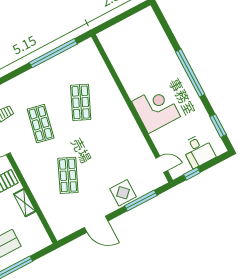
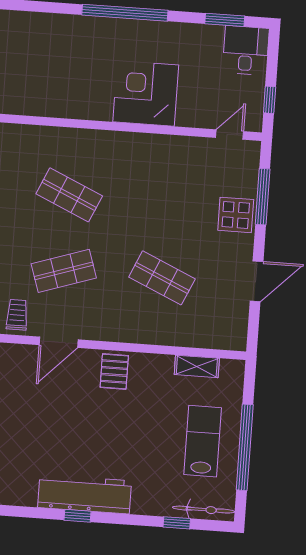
shop shelf: (41, 124) -> (64, 271), turned -30
desk: (198, 151) -> (246, 50), moved, turned -90
shelving: (25, 203) -> (197, 366), moved

